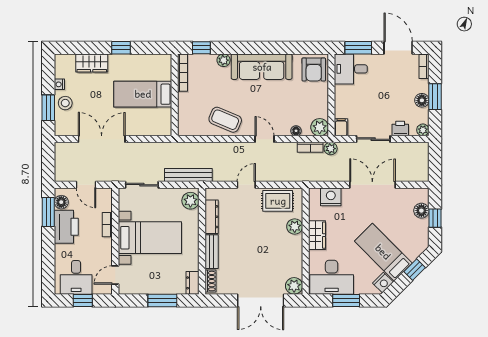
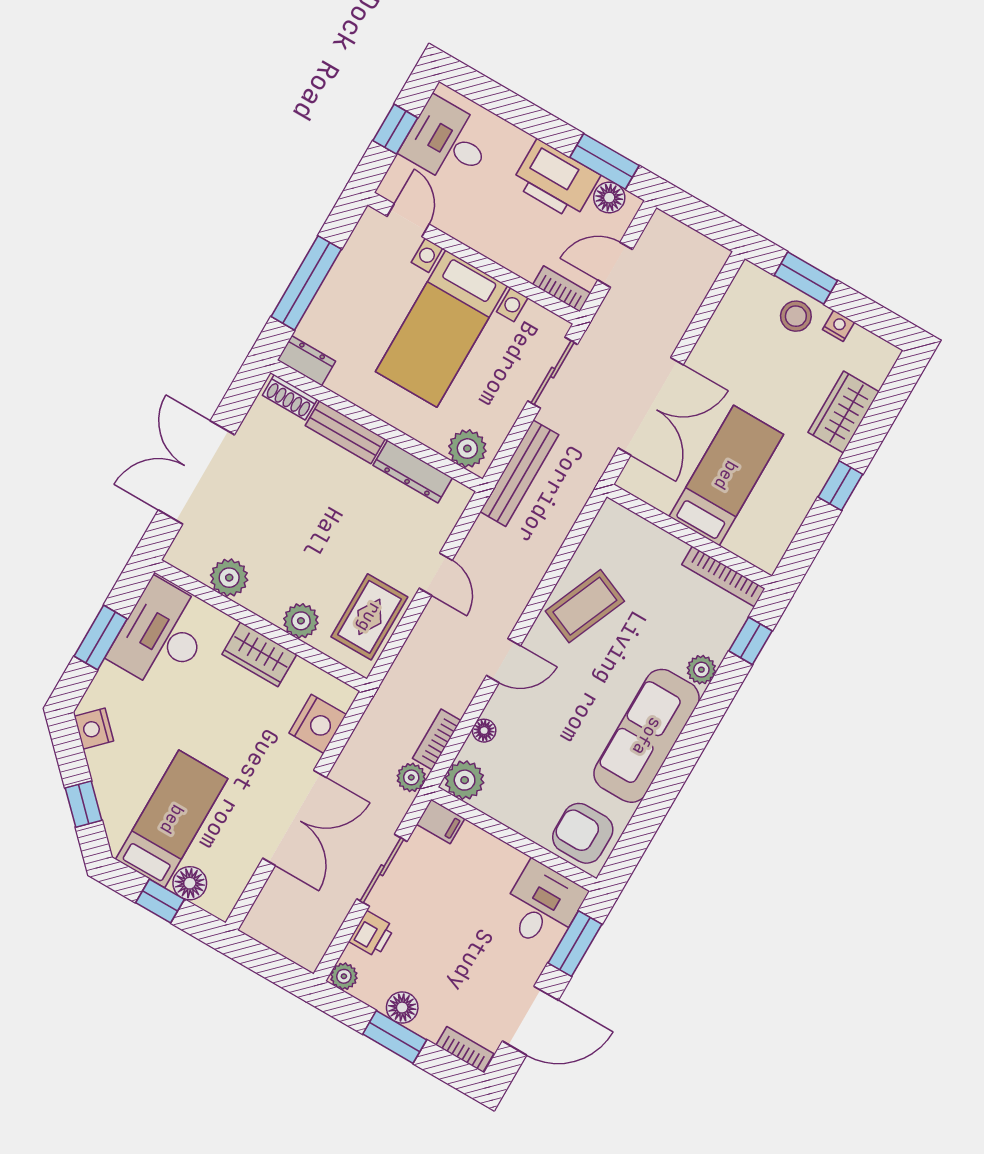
double door: (102, 139) -> (651, 406), moved
bookcase: (107, 225) -> (562, 289), moved
bed: (383, 252) -> (172, 819), moved, turned -45
plant: (294, 286) -> (229, 578), moved
window: (162, 300) -> (306, 283), width x1.44

